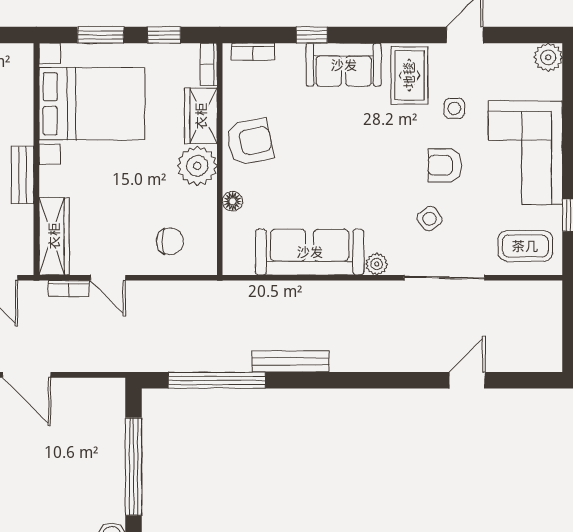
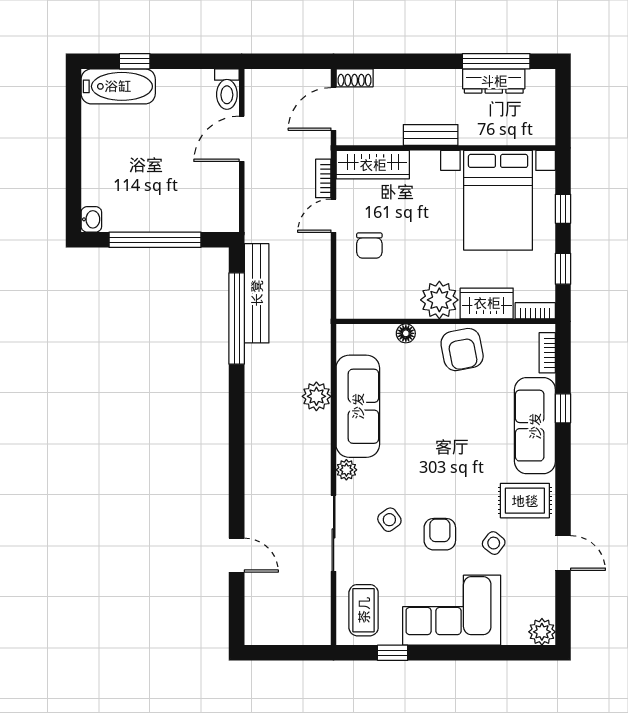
window: (101, 35) -> (563, 209), width x0.67
sofa: (344, 65) -> (535, 426), width x1.36
side table: (454, 108) -> (494, 543), turned 38
chair: (170, 241) -> (369, 246), moved
plant: (299, 296) -> (316, 396), added
bench: (290, 361) -> (257, 293), moved, width x1.37, depth x1.21

